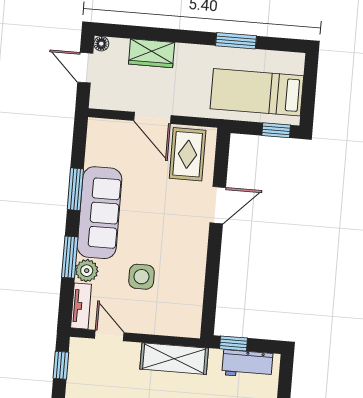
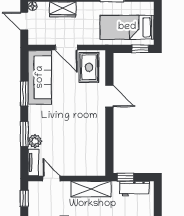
door: (218, 205) -> (109, 96), hinge flipped
sofa: (99, 213) -> (40, 77), moved
side table: (141, 277) -> (68, 142), removed

